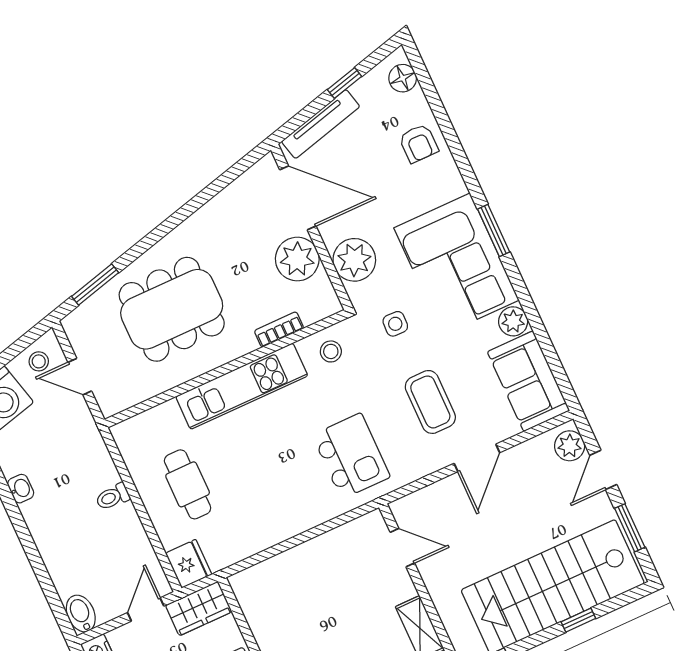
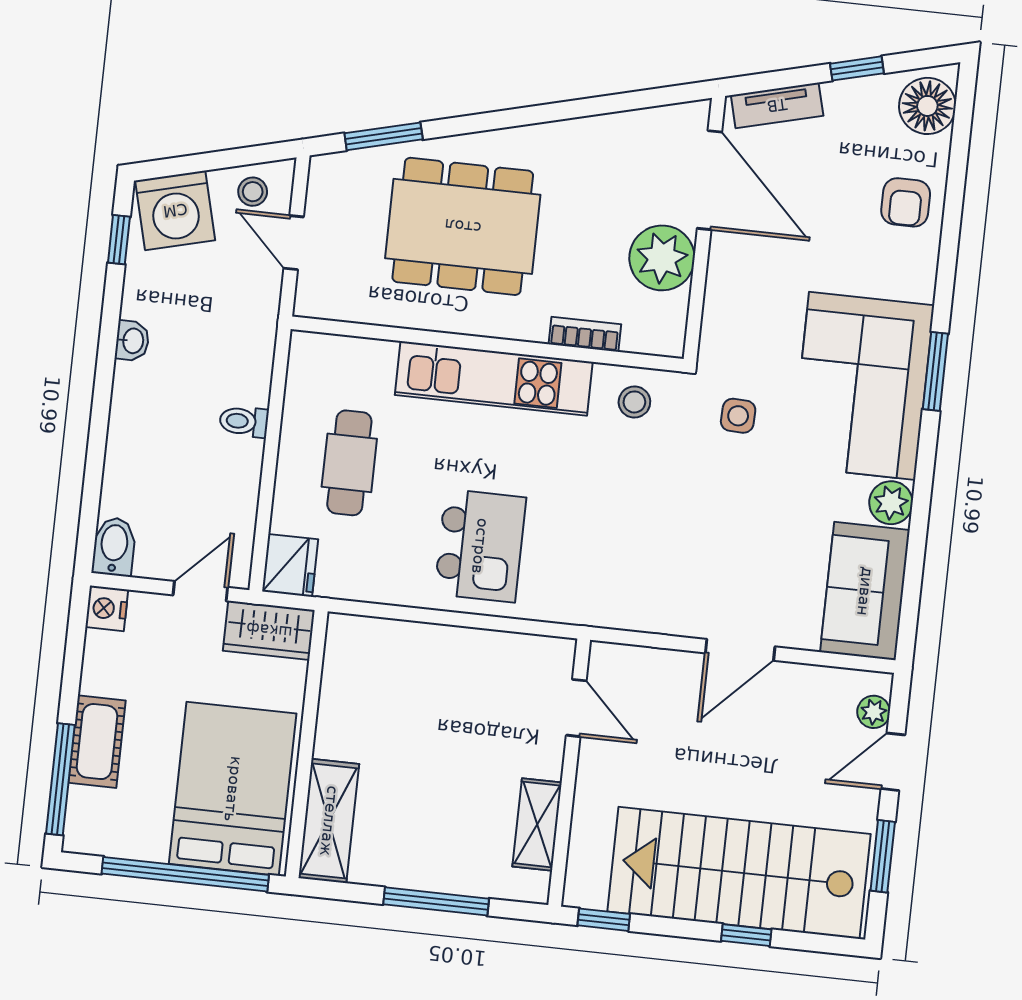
floor lamp: (403, 78) -> (927, 106), width x1.38, depth x1.38
tv unit: (321, 124) -> (777, 105), width x0.71
plant: (354, 260) -> (734, 303), removed
coffee table: (430, 402) -> (723, 543), removed
plant: (570, 446) -> (874, 712), width x0.73, depth x0.73
kitchen island: (351, 456) -> (480, 546), moved

